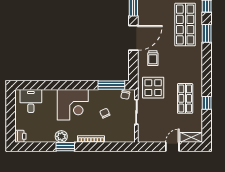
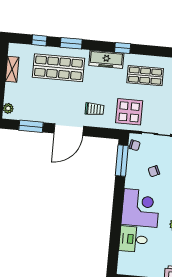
door: (133, 38) -> (69, 130), swing flipped
freezer: (196, 64) -> (106, 59), added
desk: (31, 101) -> (133, 239), moved
window: (207, 103) -> (123, 48), moved

